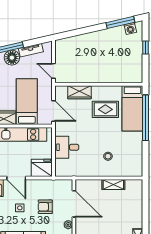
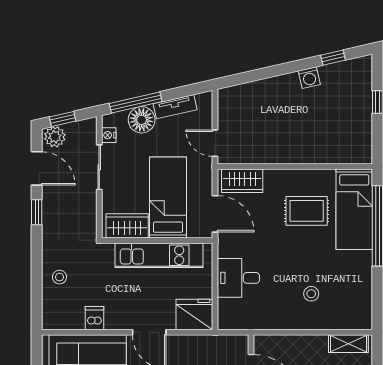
window: (120, 22) -> (333, 58), width x0.46
washing machine: (130, 28) -> (309, 78), moved
wardrobe: (79, 92) -> (242, 181), moved
shelving: (113, 185) -> (348, 344), moved

